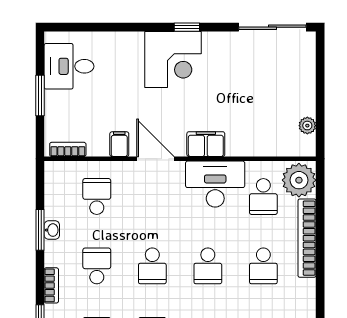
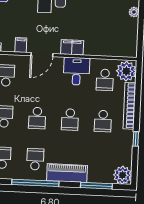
plant: (307, 126) -> (134, 12), moved
door: (155, 159) -> (42, 55), swing flipped
desk: (215, 184) -> (77, 71), width x0.73
window: (320, 294) -> (136, 139), added

